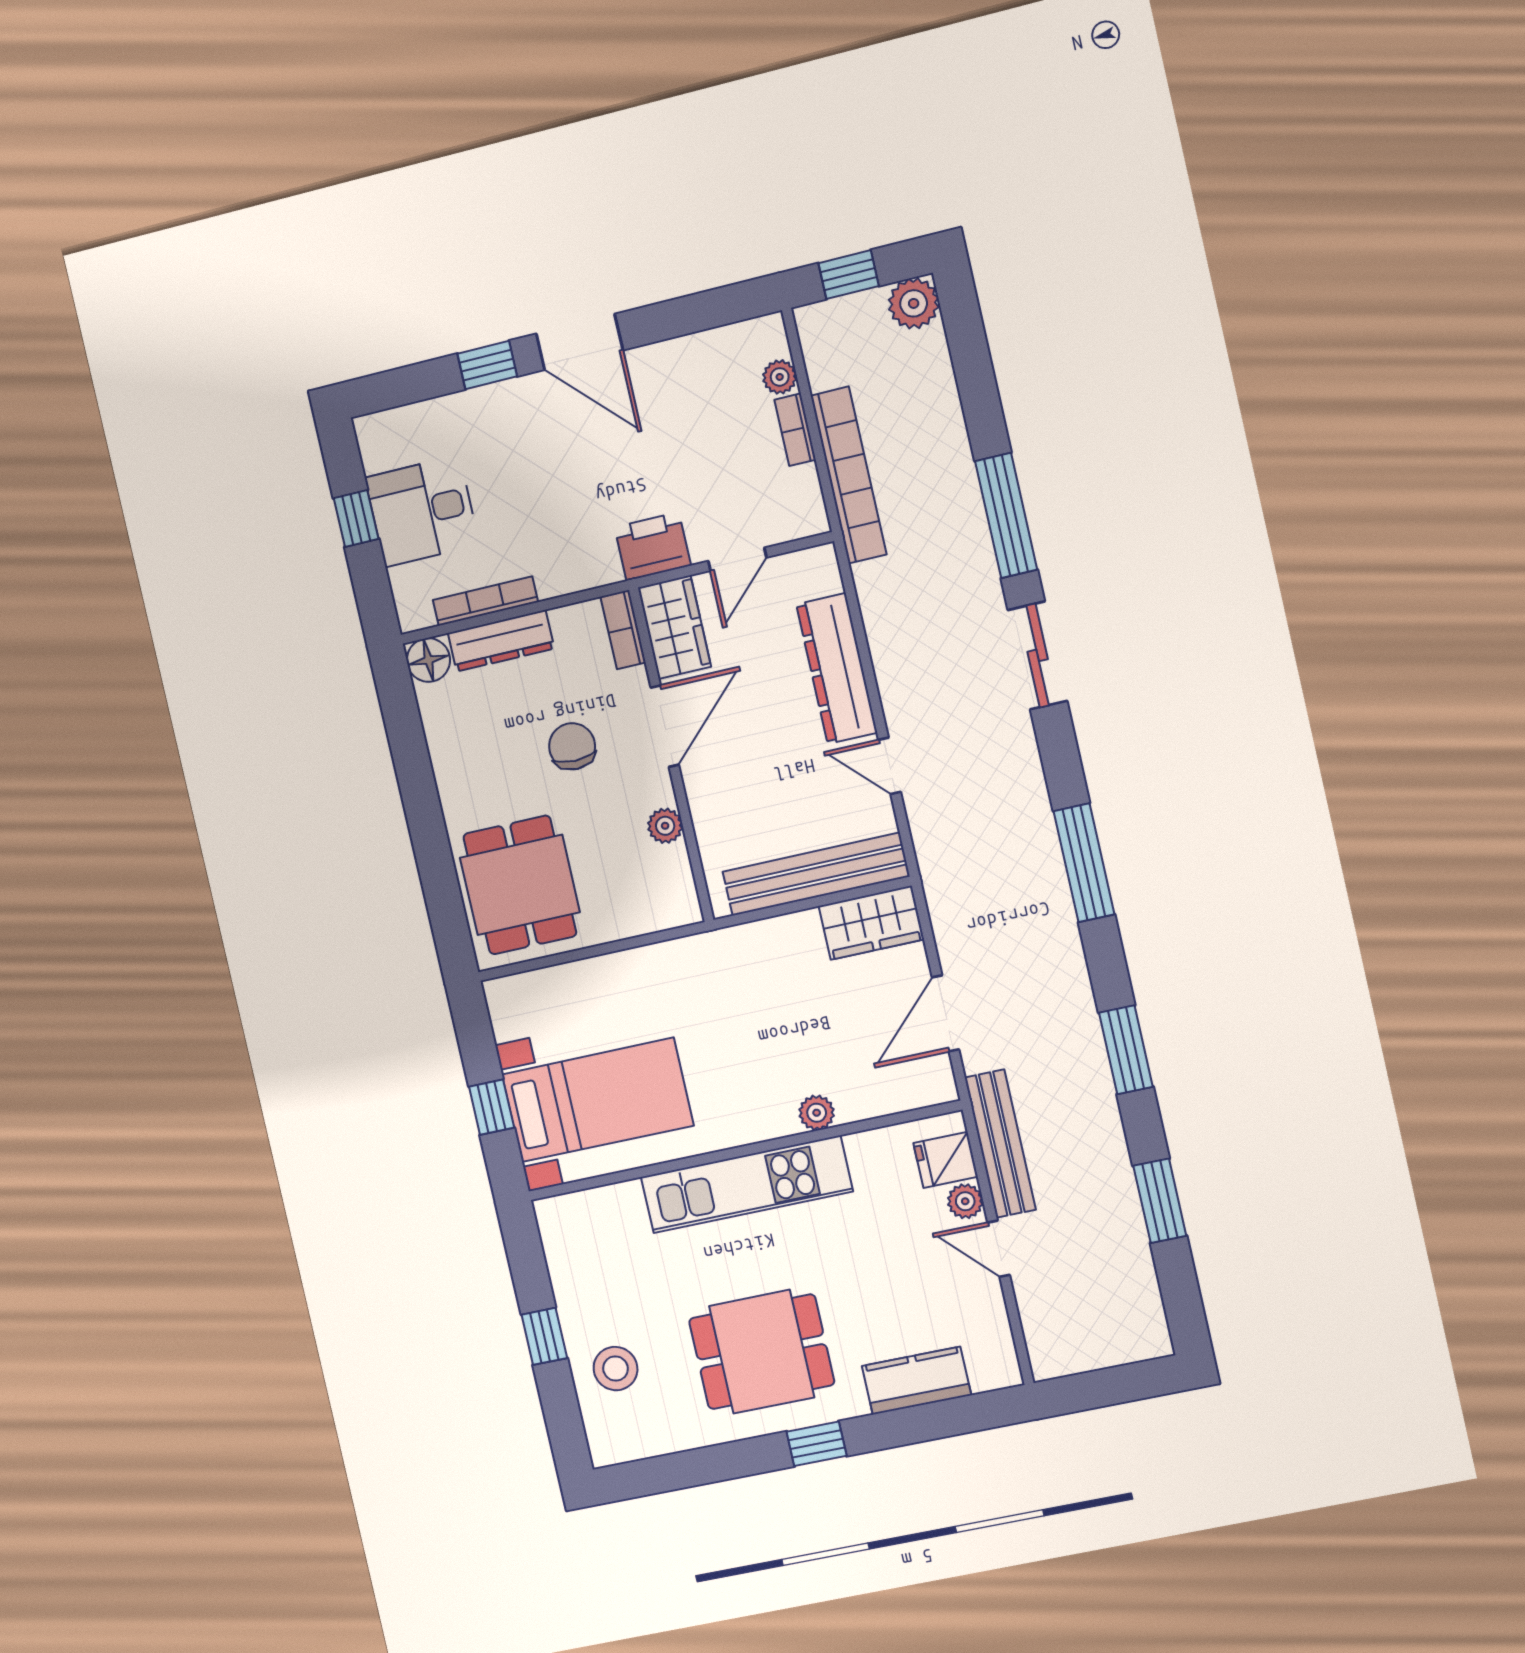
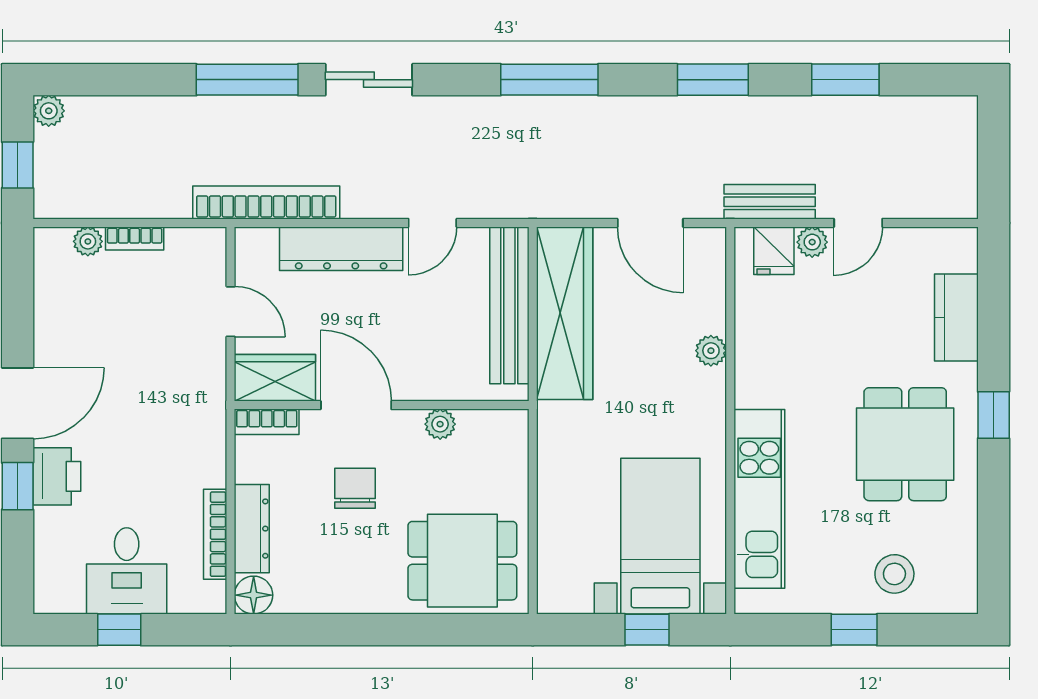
plant: (914, 303) -> (49, 111), width x0.73, depth x0.73
bookcase: (849, 475) -> (266, 202), moved
printer: (653, 546) -> (57, 476), moved, turned 180
chair: (572, 746) -> (355, 488), turned 90
wardrobe: (871, 923) -> (565, 313), width x2.10, depth x1.17
bench: (1000, 1144) -> (770, 202), width x0.73
kitchen unit: (747, 1184) -> (759, 499), moved

